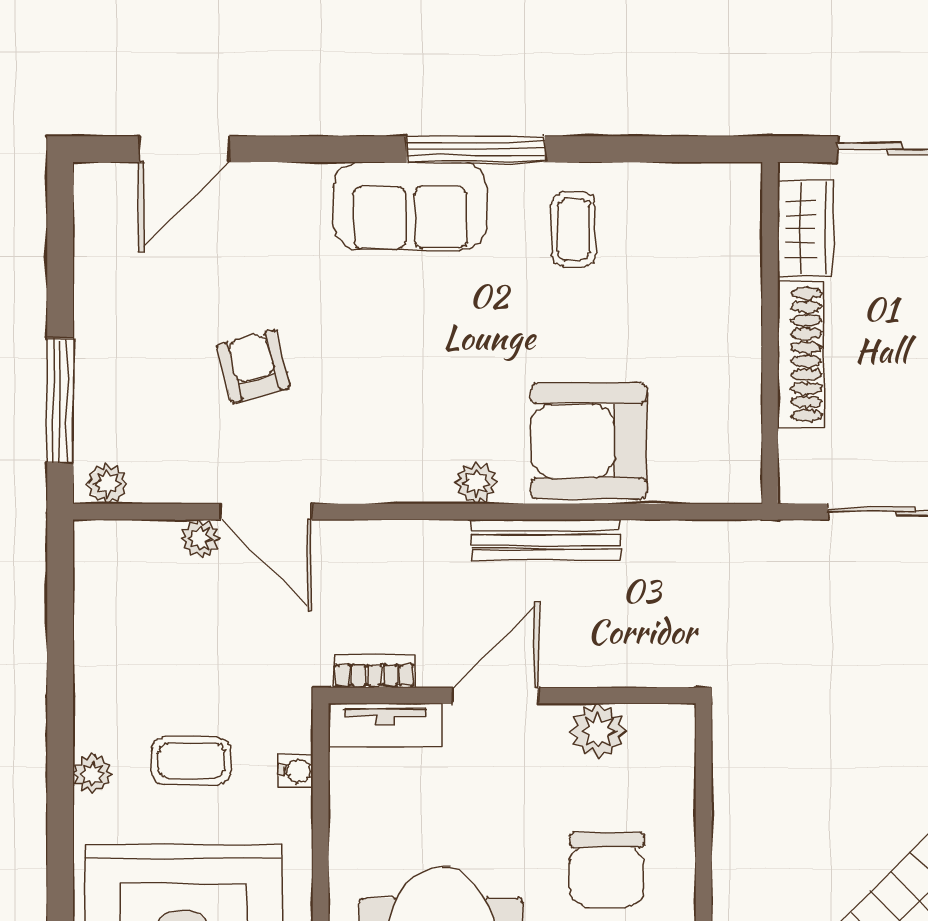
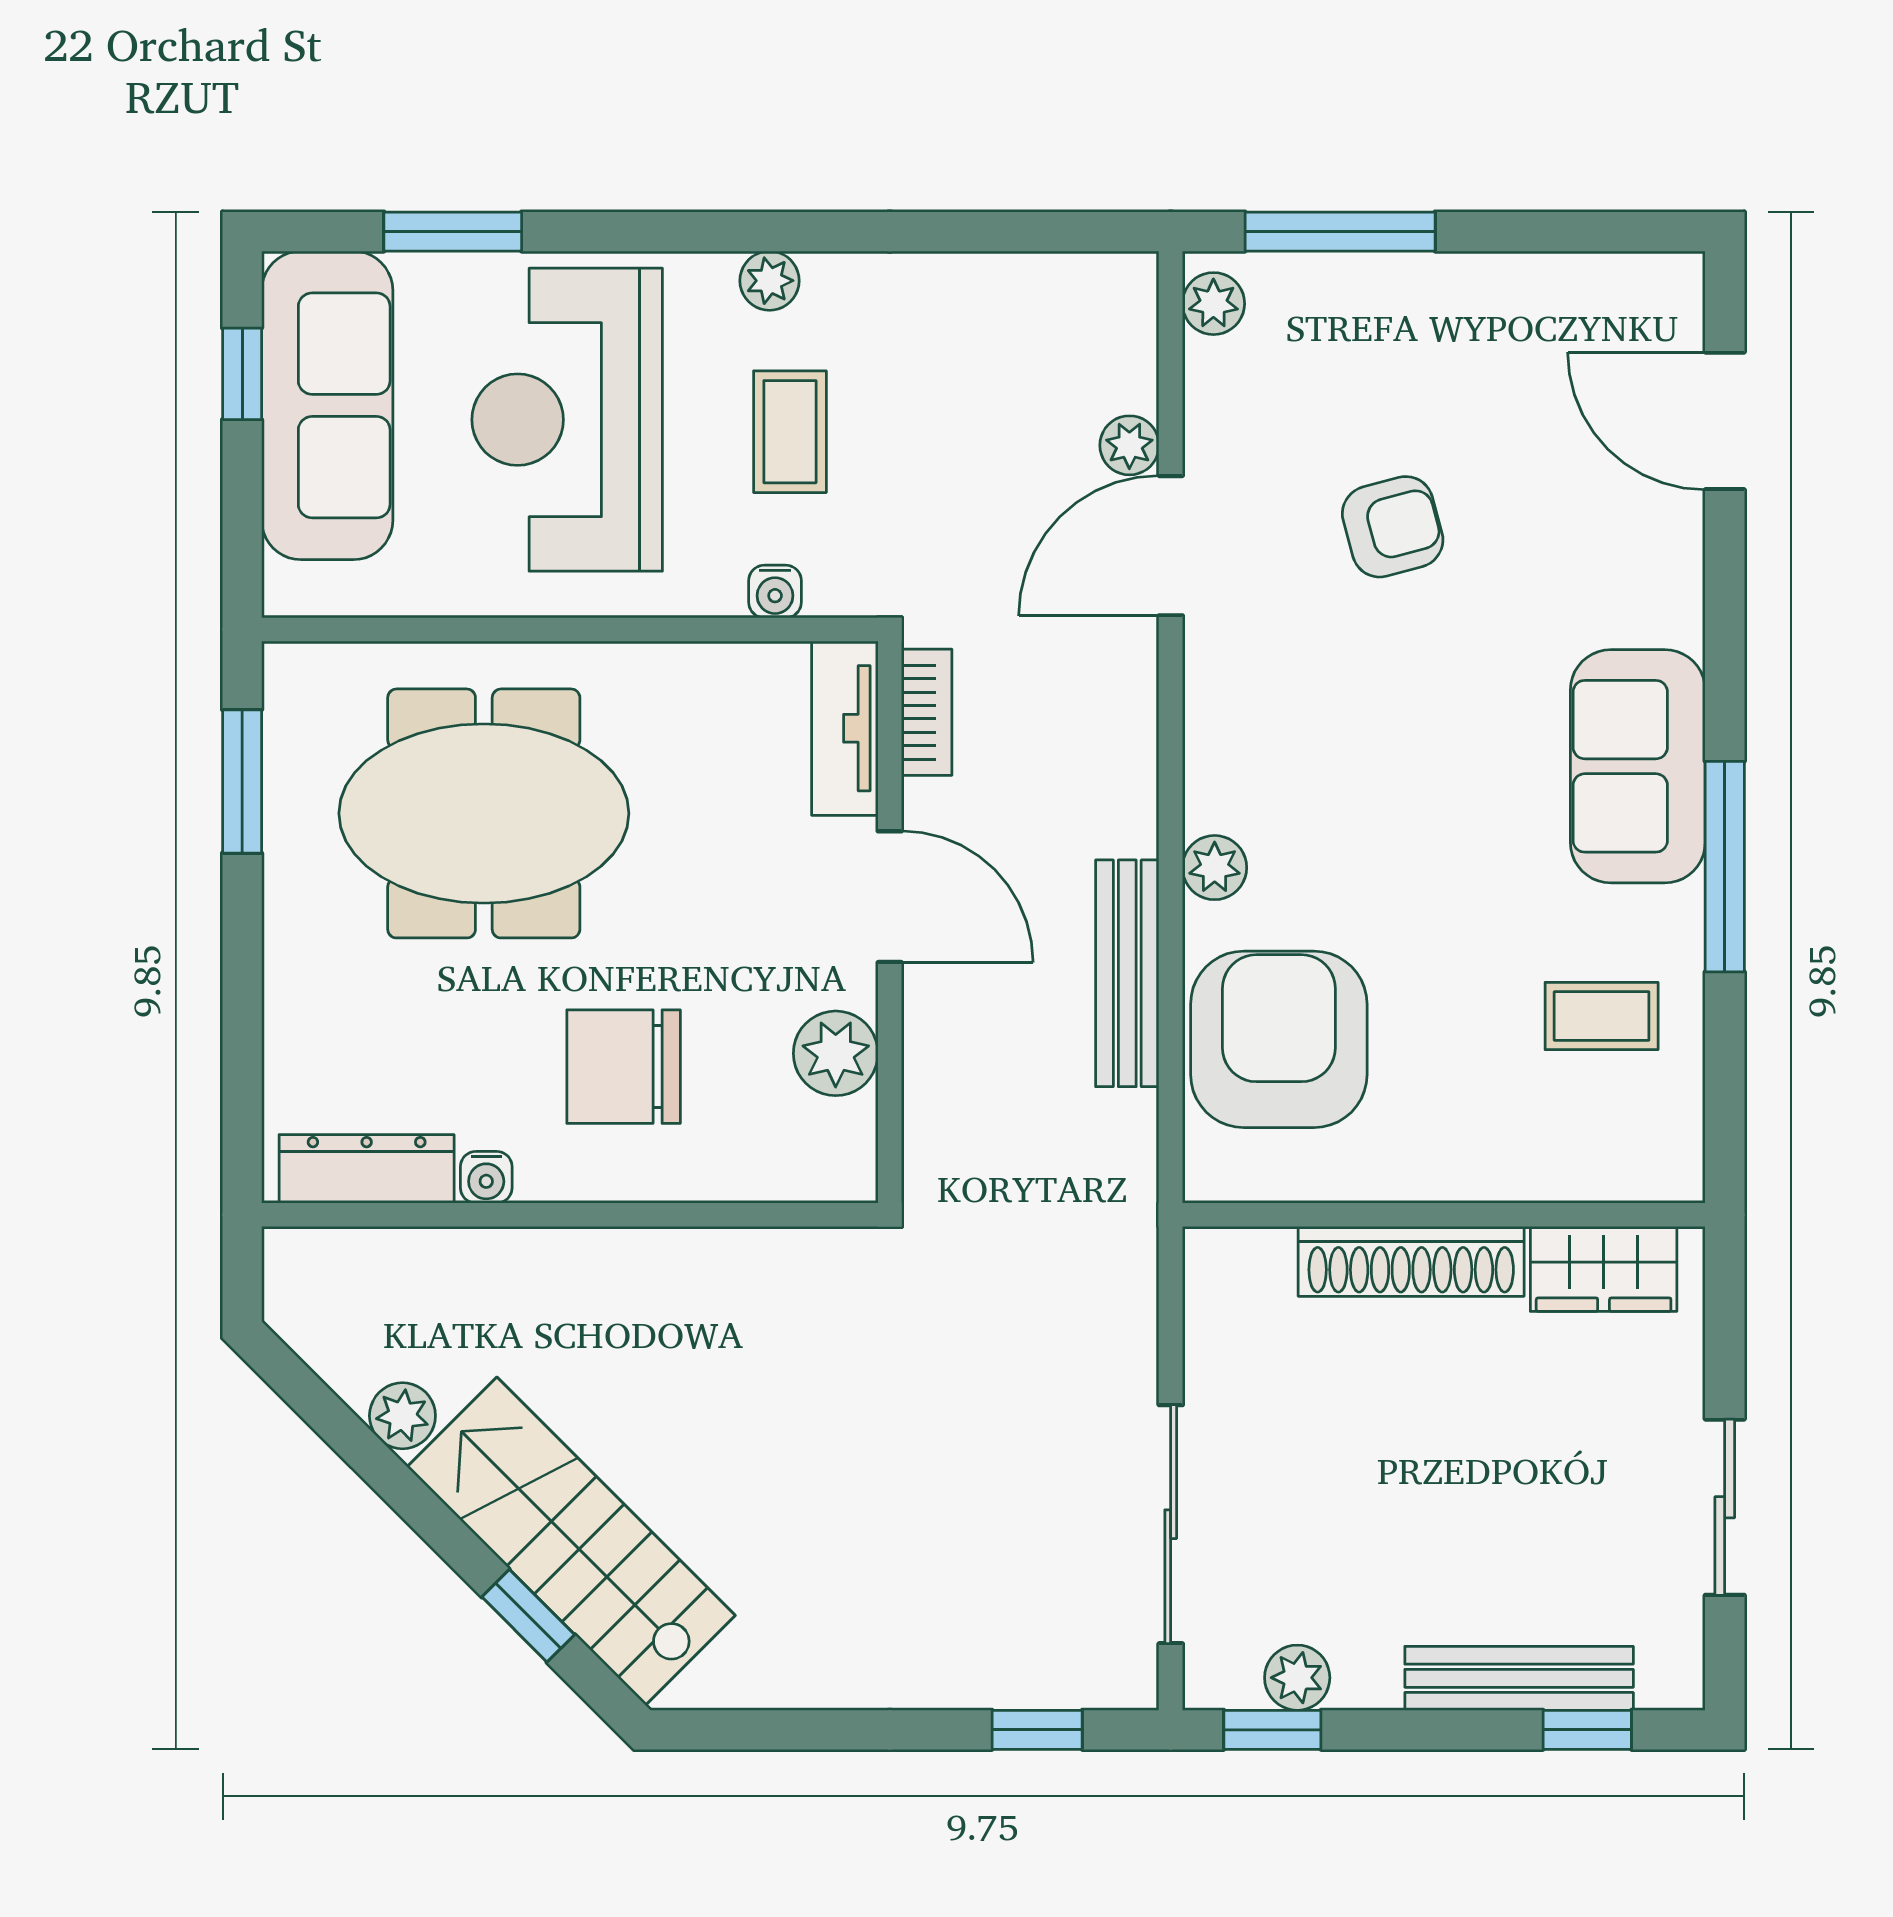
wardrobe: (805, 228) -> (1604, 1269), moved
wall: (770, 333) -> (1444, 1215), moved
shoe rack: (801, 354) -> (1411, 1261), moved

